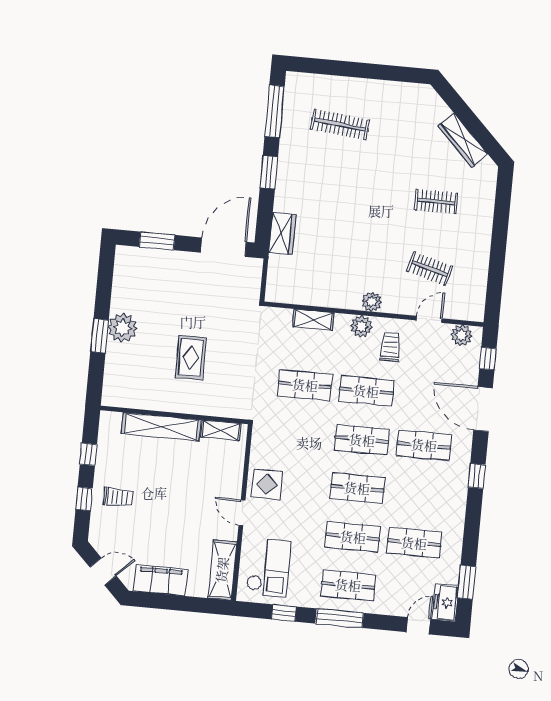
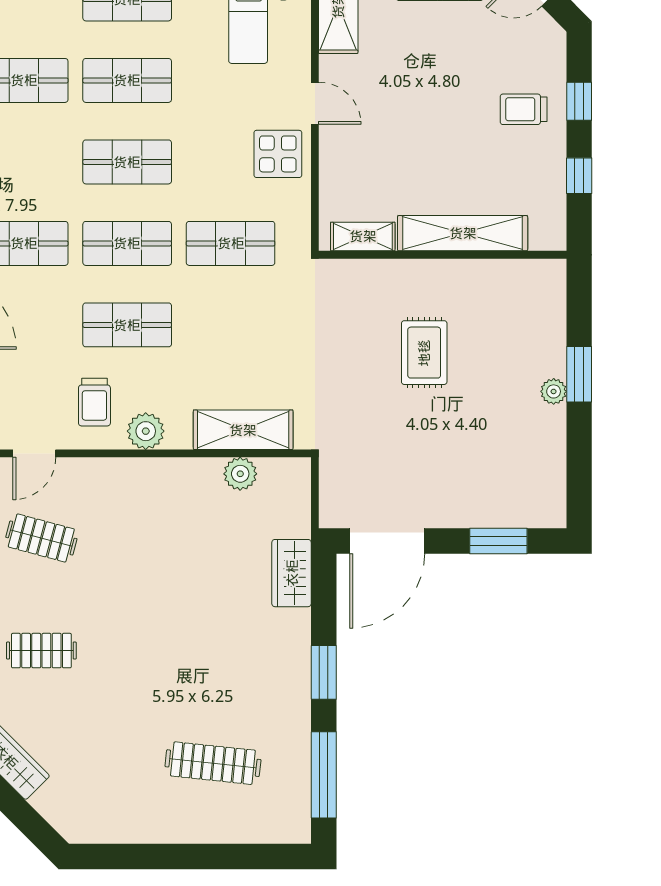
plant: (372, 302) -> (240, 474), moved
shelving: (313, 320) -> (243, 430), width x1.50, depth x1.33
plant: (123, 328) -> (554, 391), width x0.53, depth x0.53
shop shelf: (305, 385) -> (231, 243), moved

